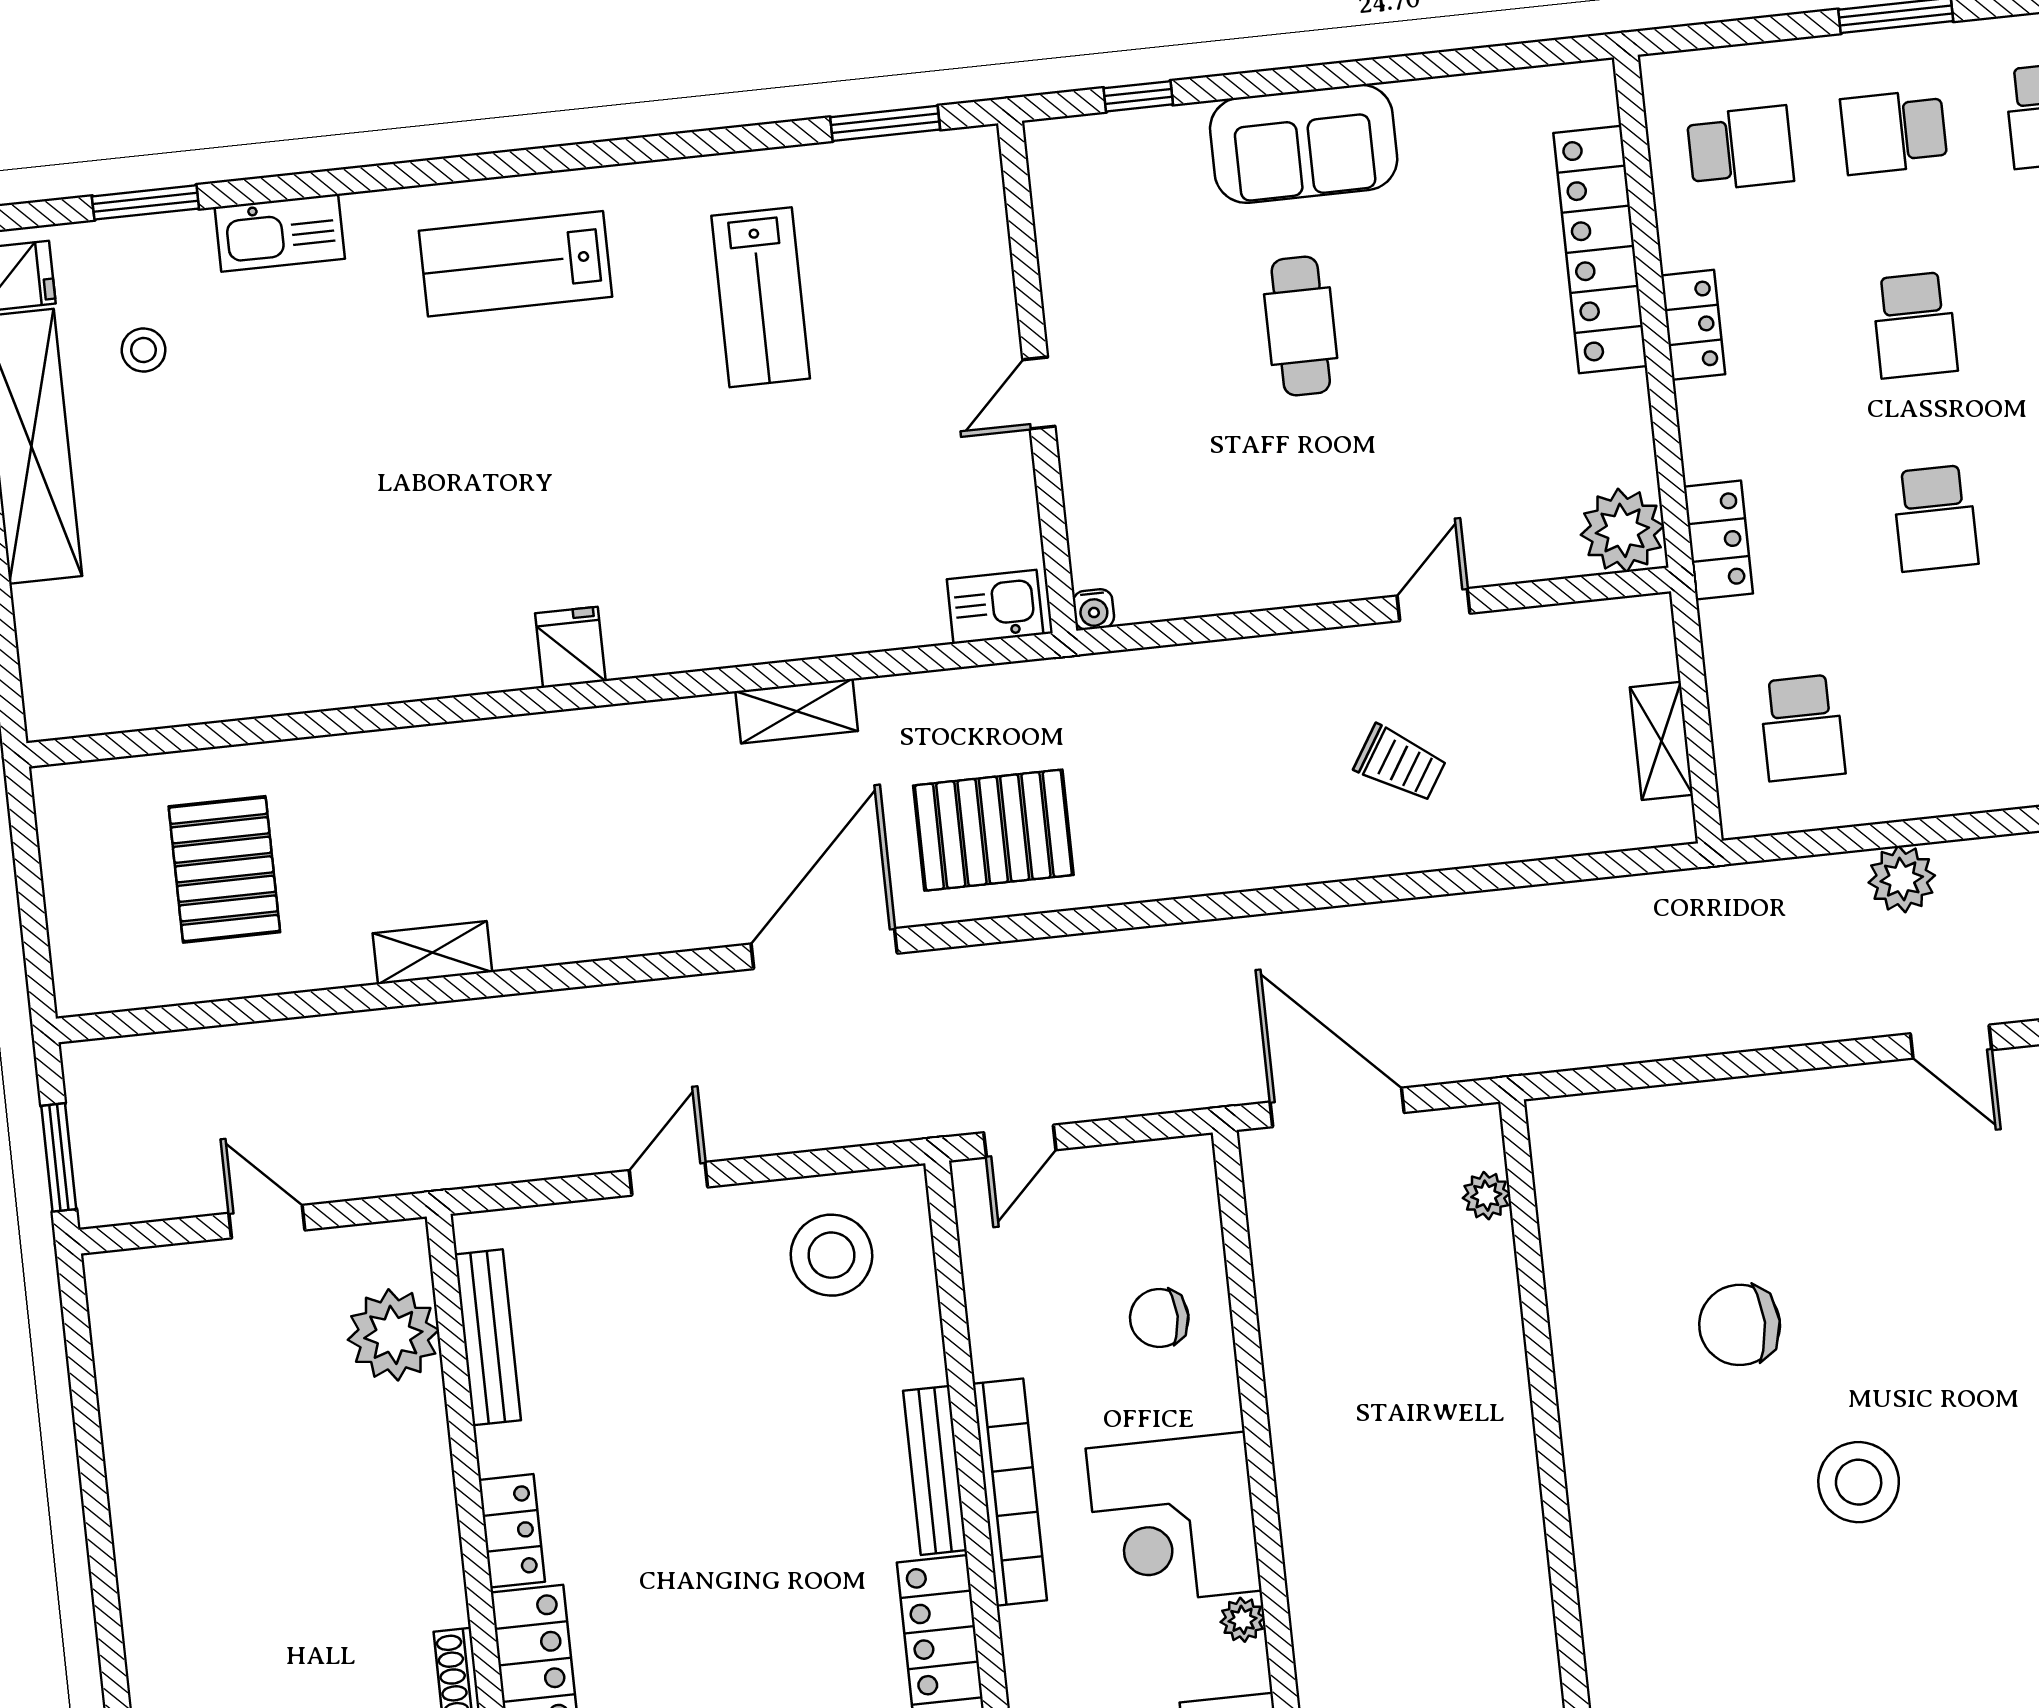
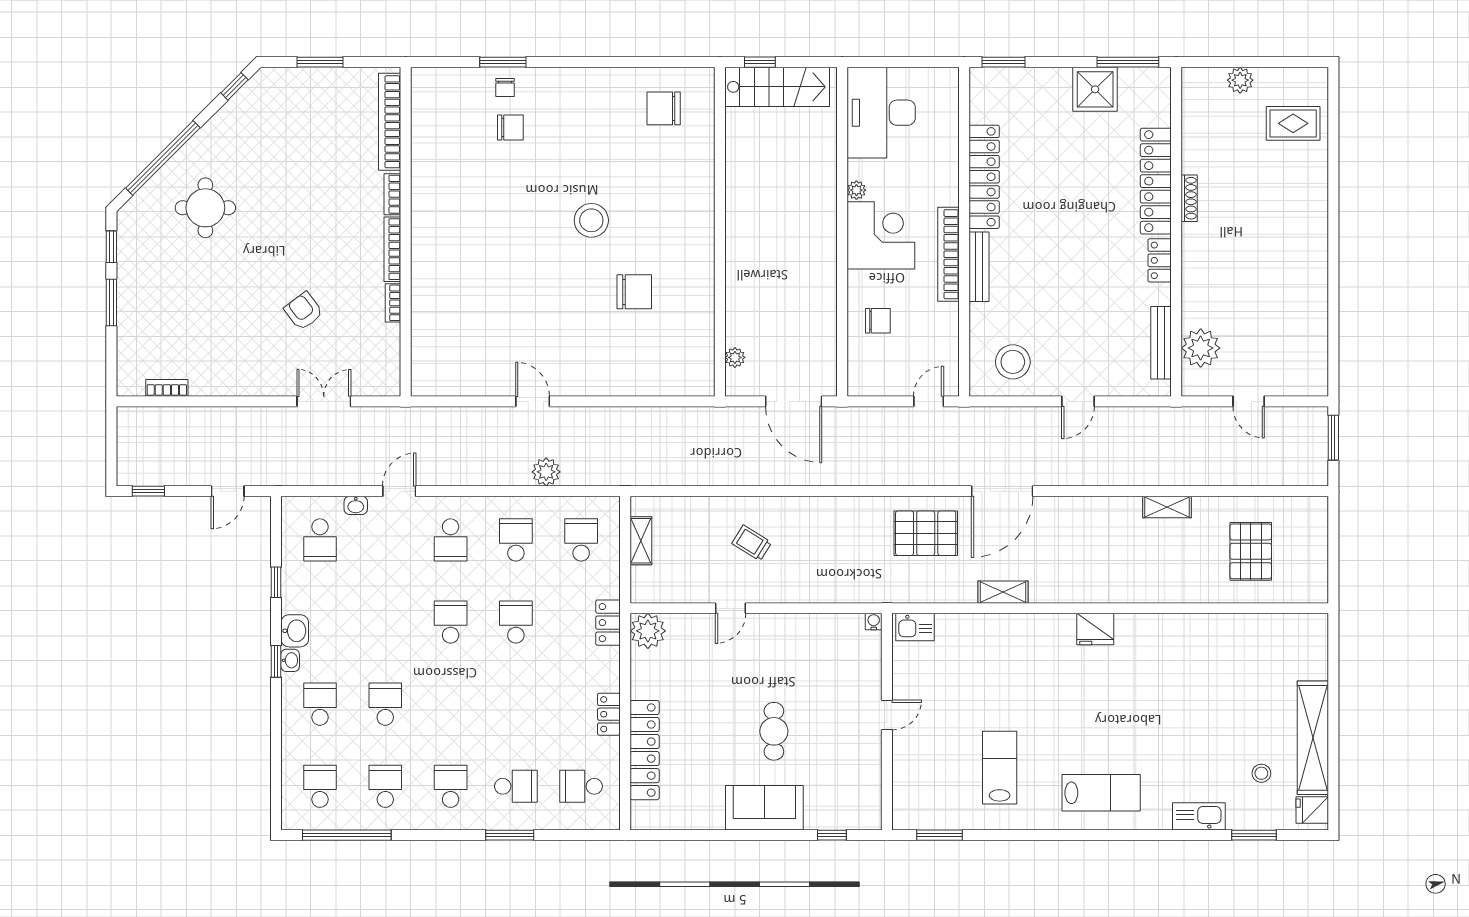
school desk: (1914, 325) -> (516, 540), moved
fridge: (570, 647) -> (1095, 629), width x1.38

